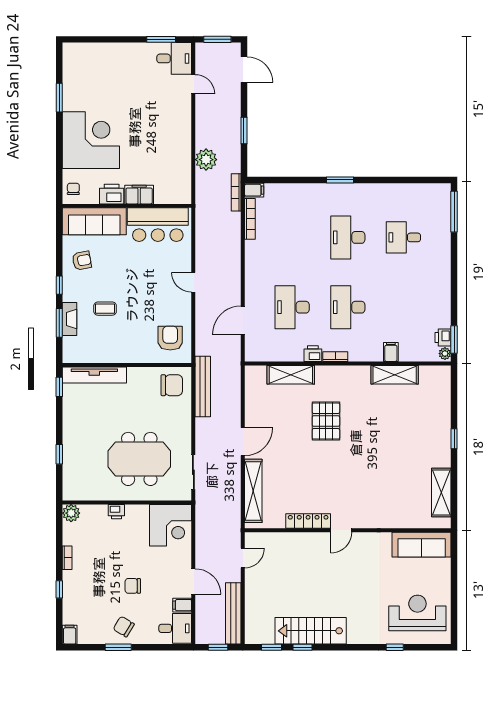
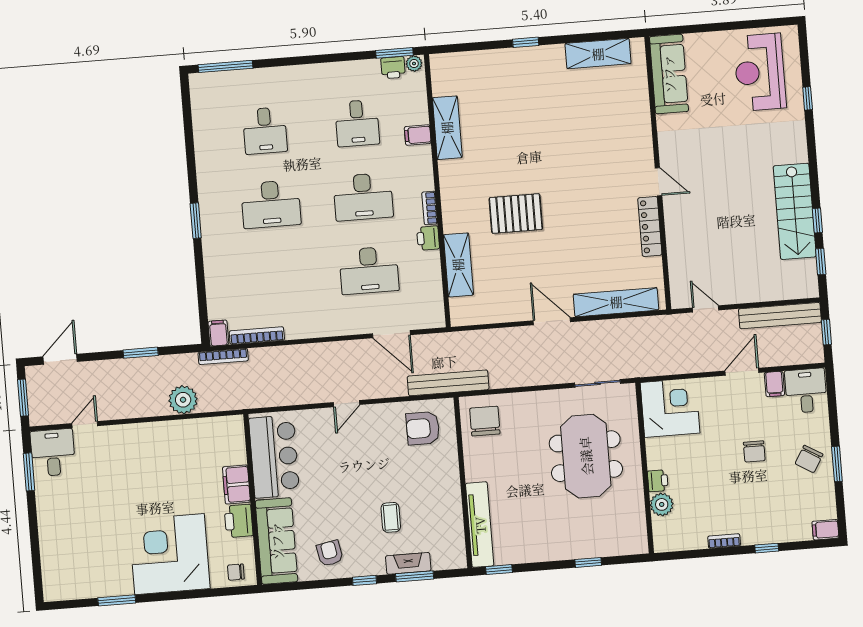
desk: (403, 307) -> (357, 123), added
bench: (203, 386) -> (448, 383), moved
plant: (71, 513) -> (662, 504), moved

